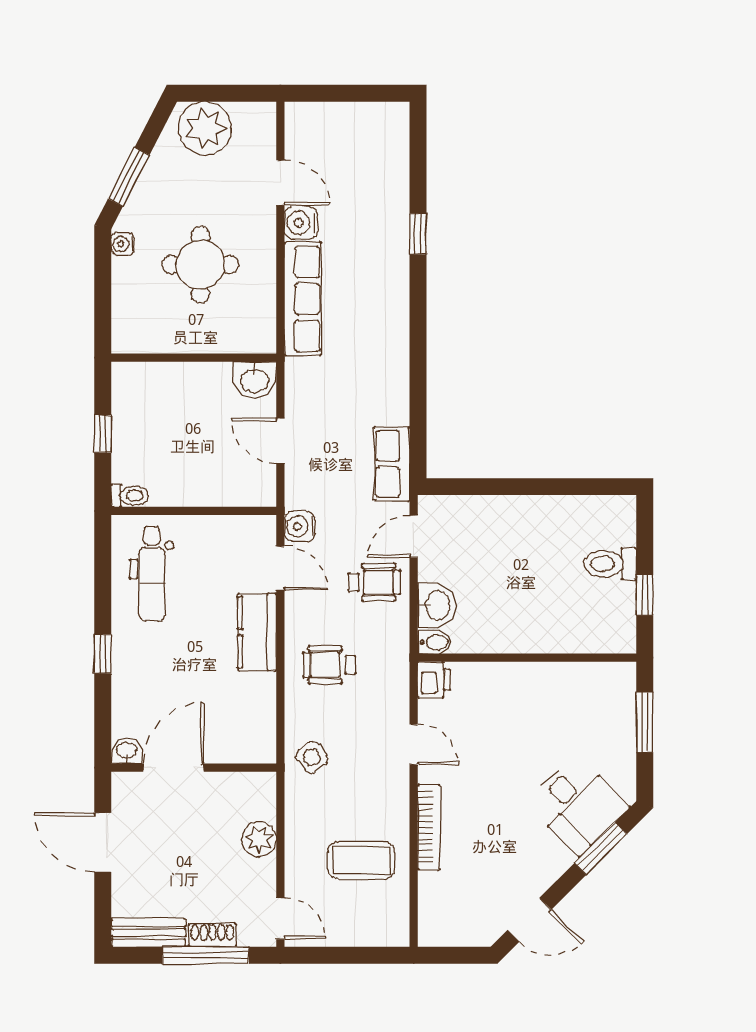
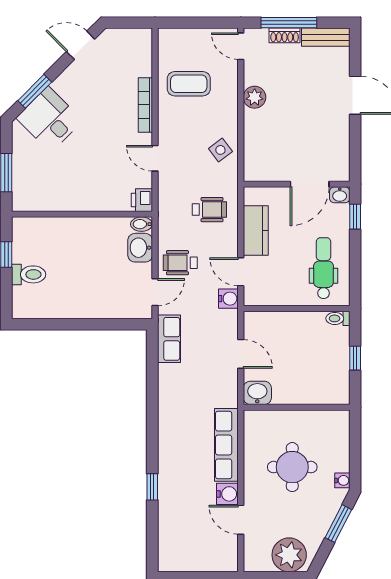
washbasin: (127, 751) -> (340, 195), moved
door: (174, 768) -> (310, 184), moved
wall: (194, 768) -> (297, 184), moved

